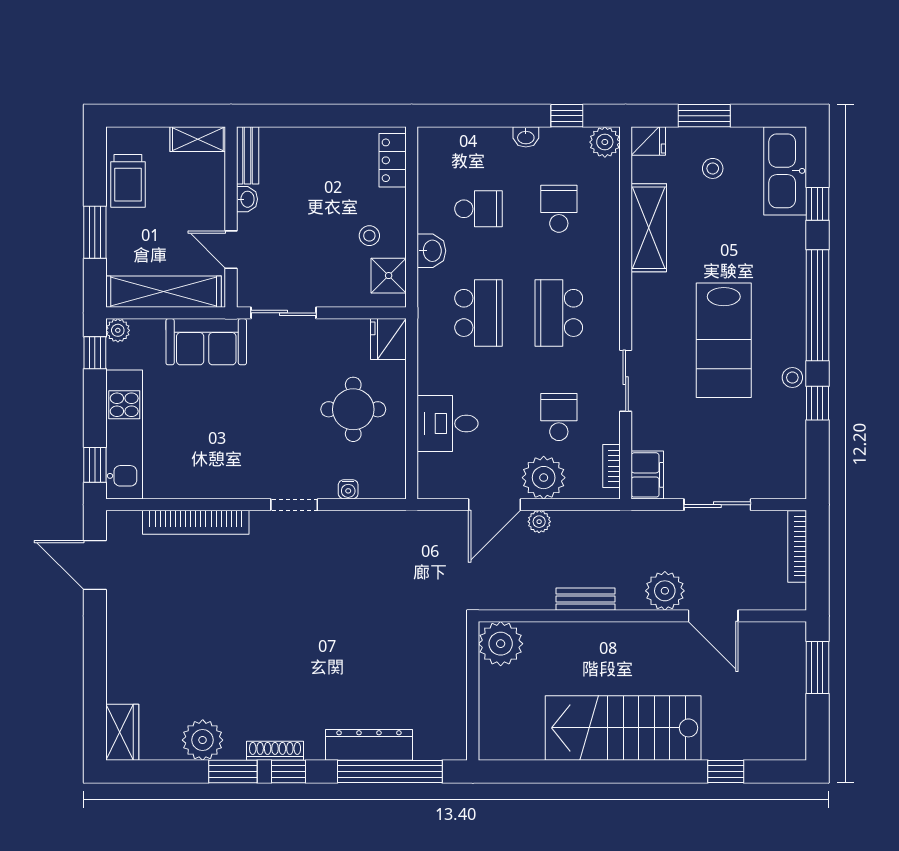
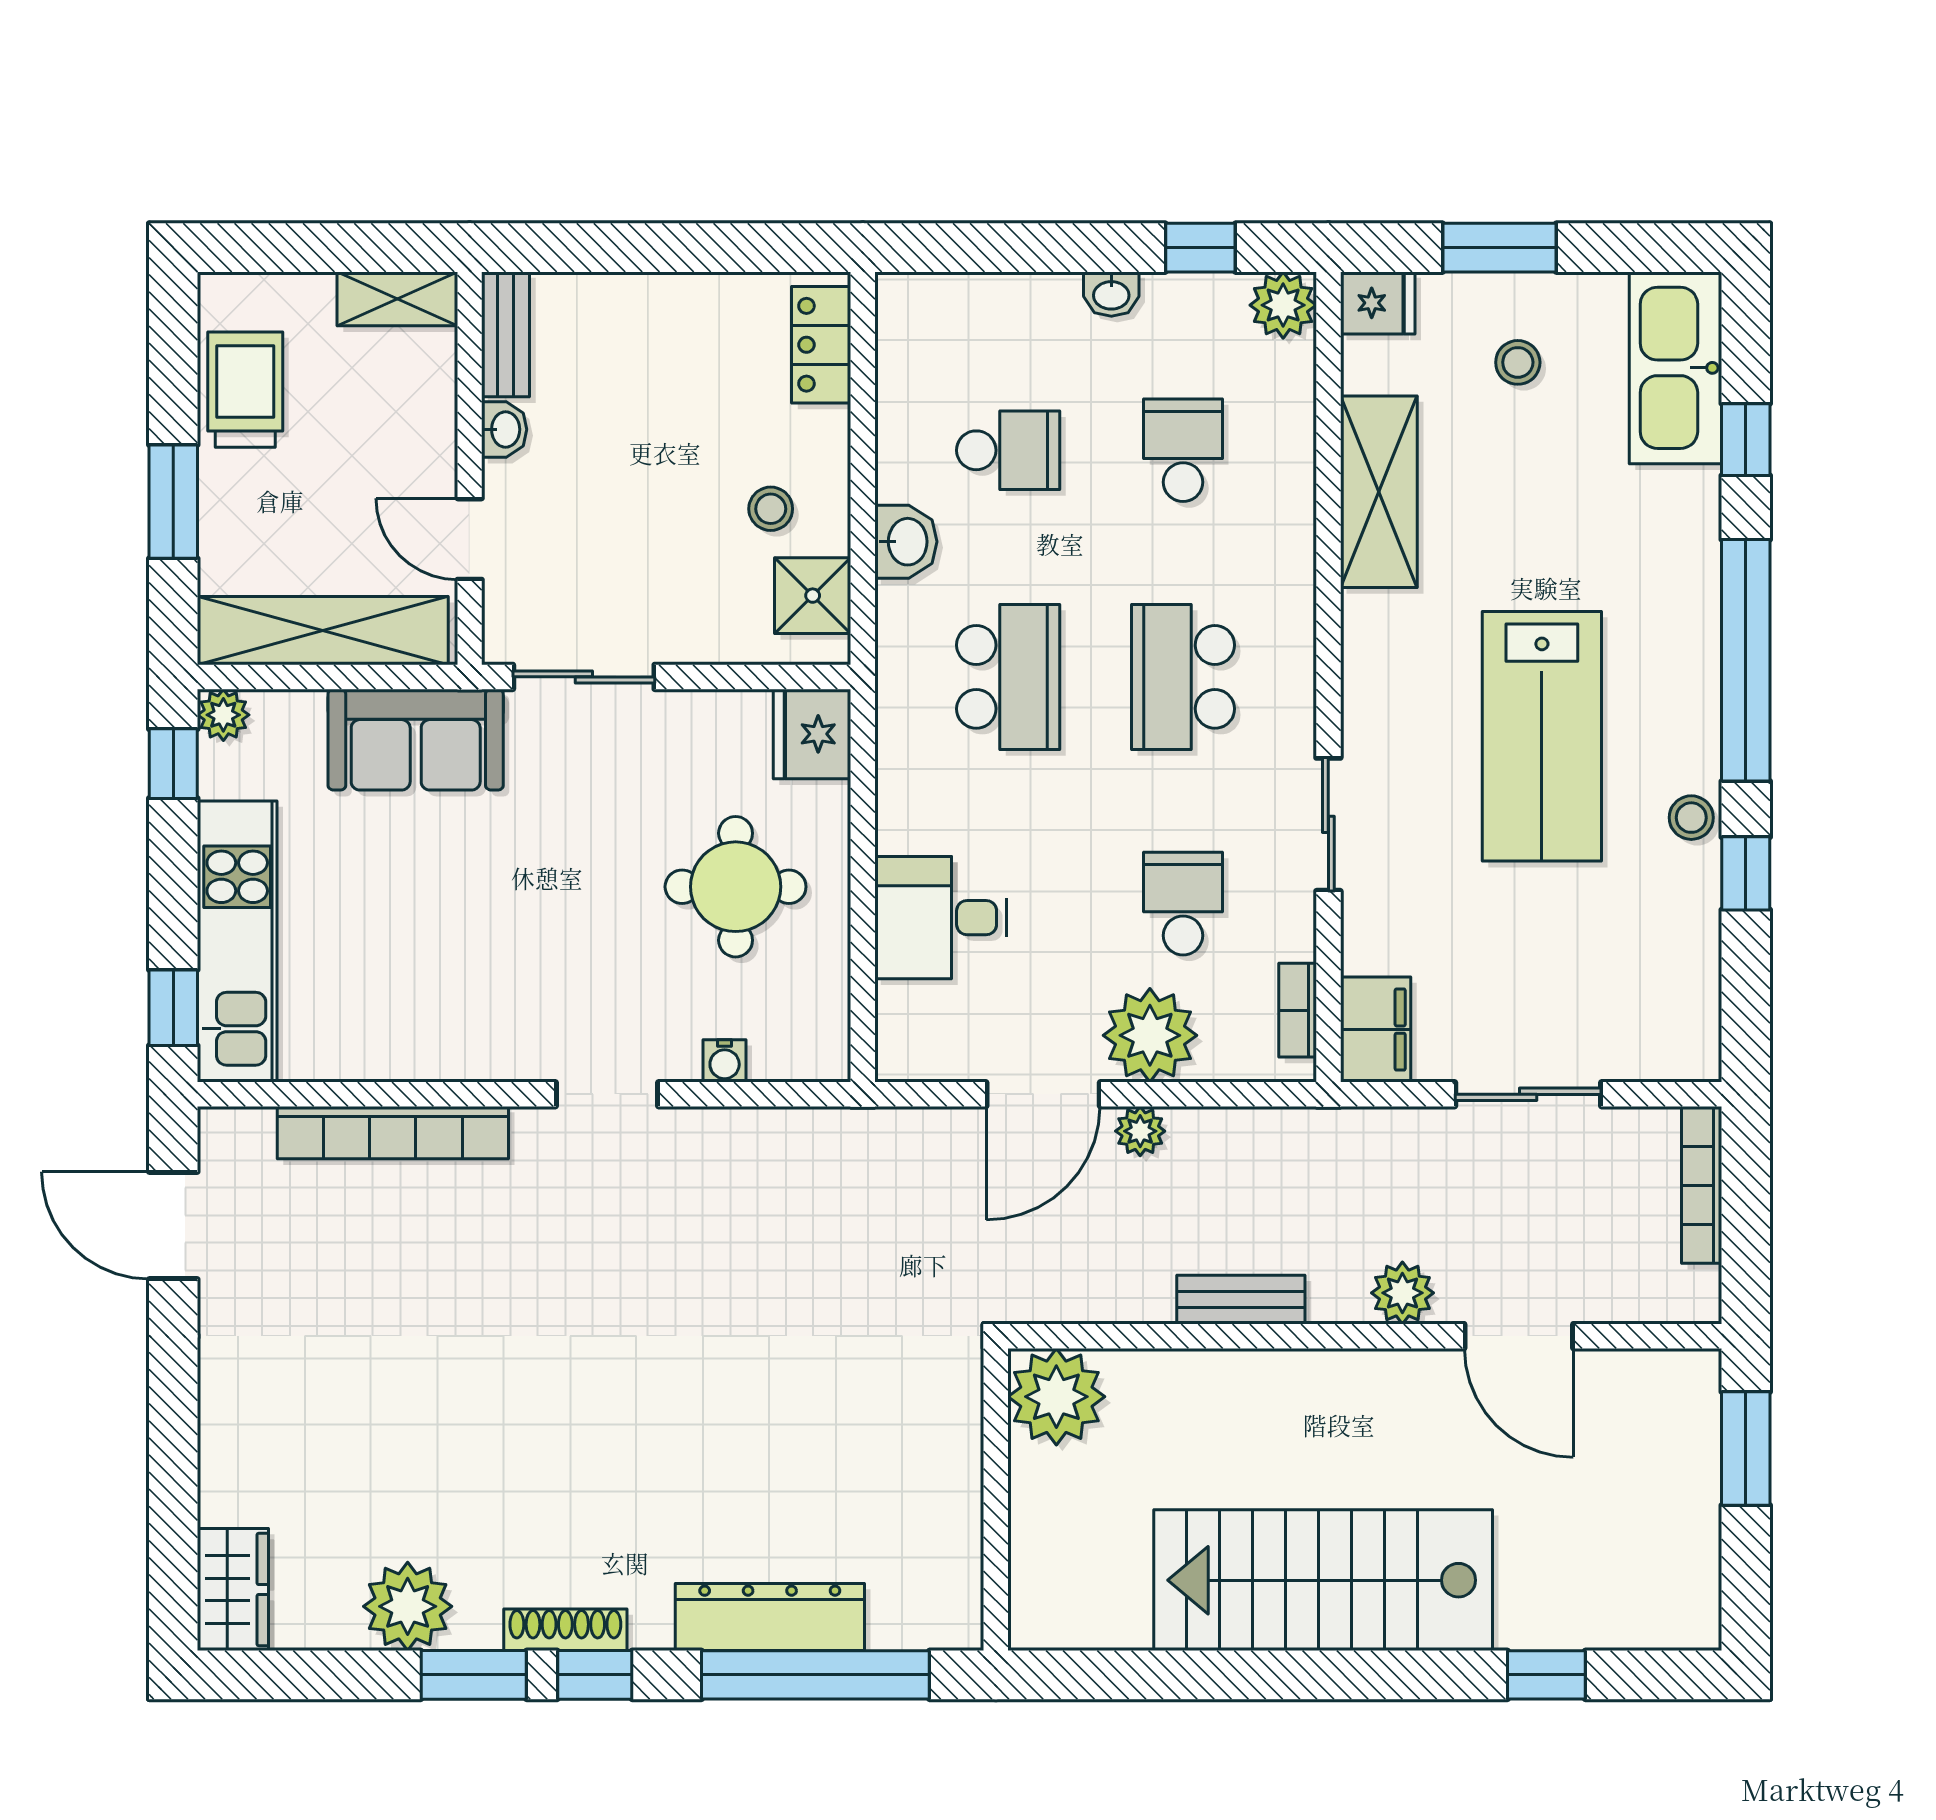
trolley: (128, 181) -> (245, 390), turned 180
plant: (665, 591) -> (1402, 1293), width x0.73, depth x0.73

